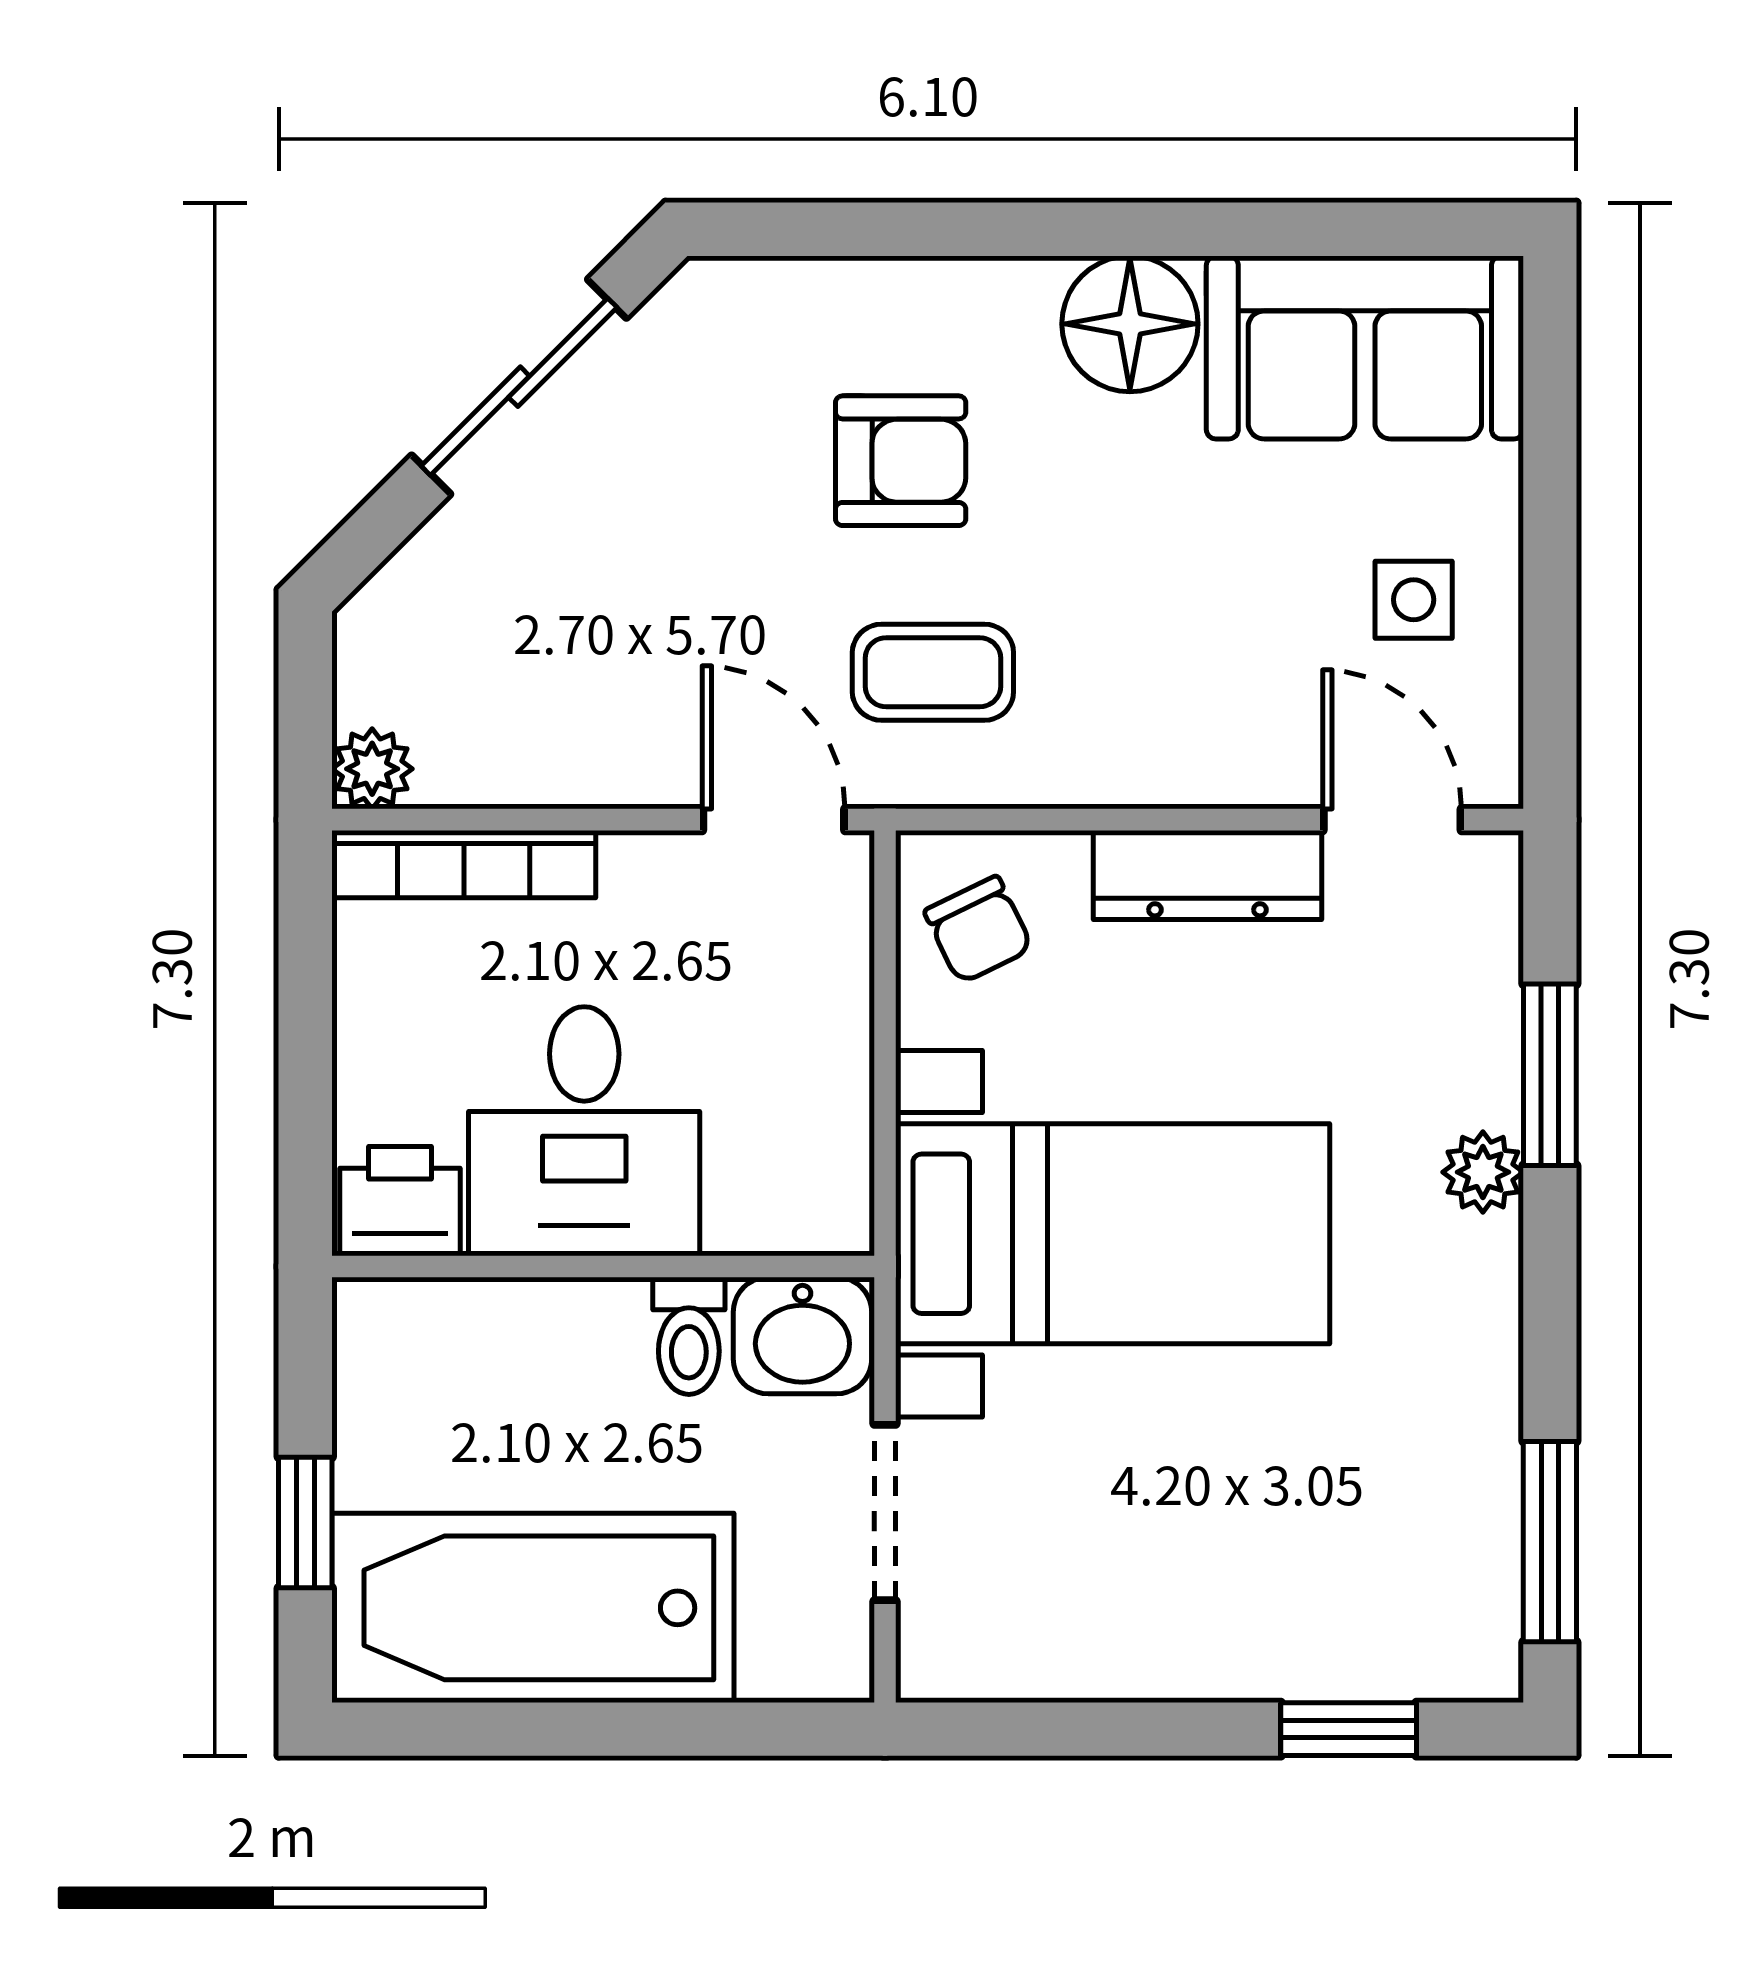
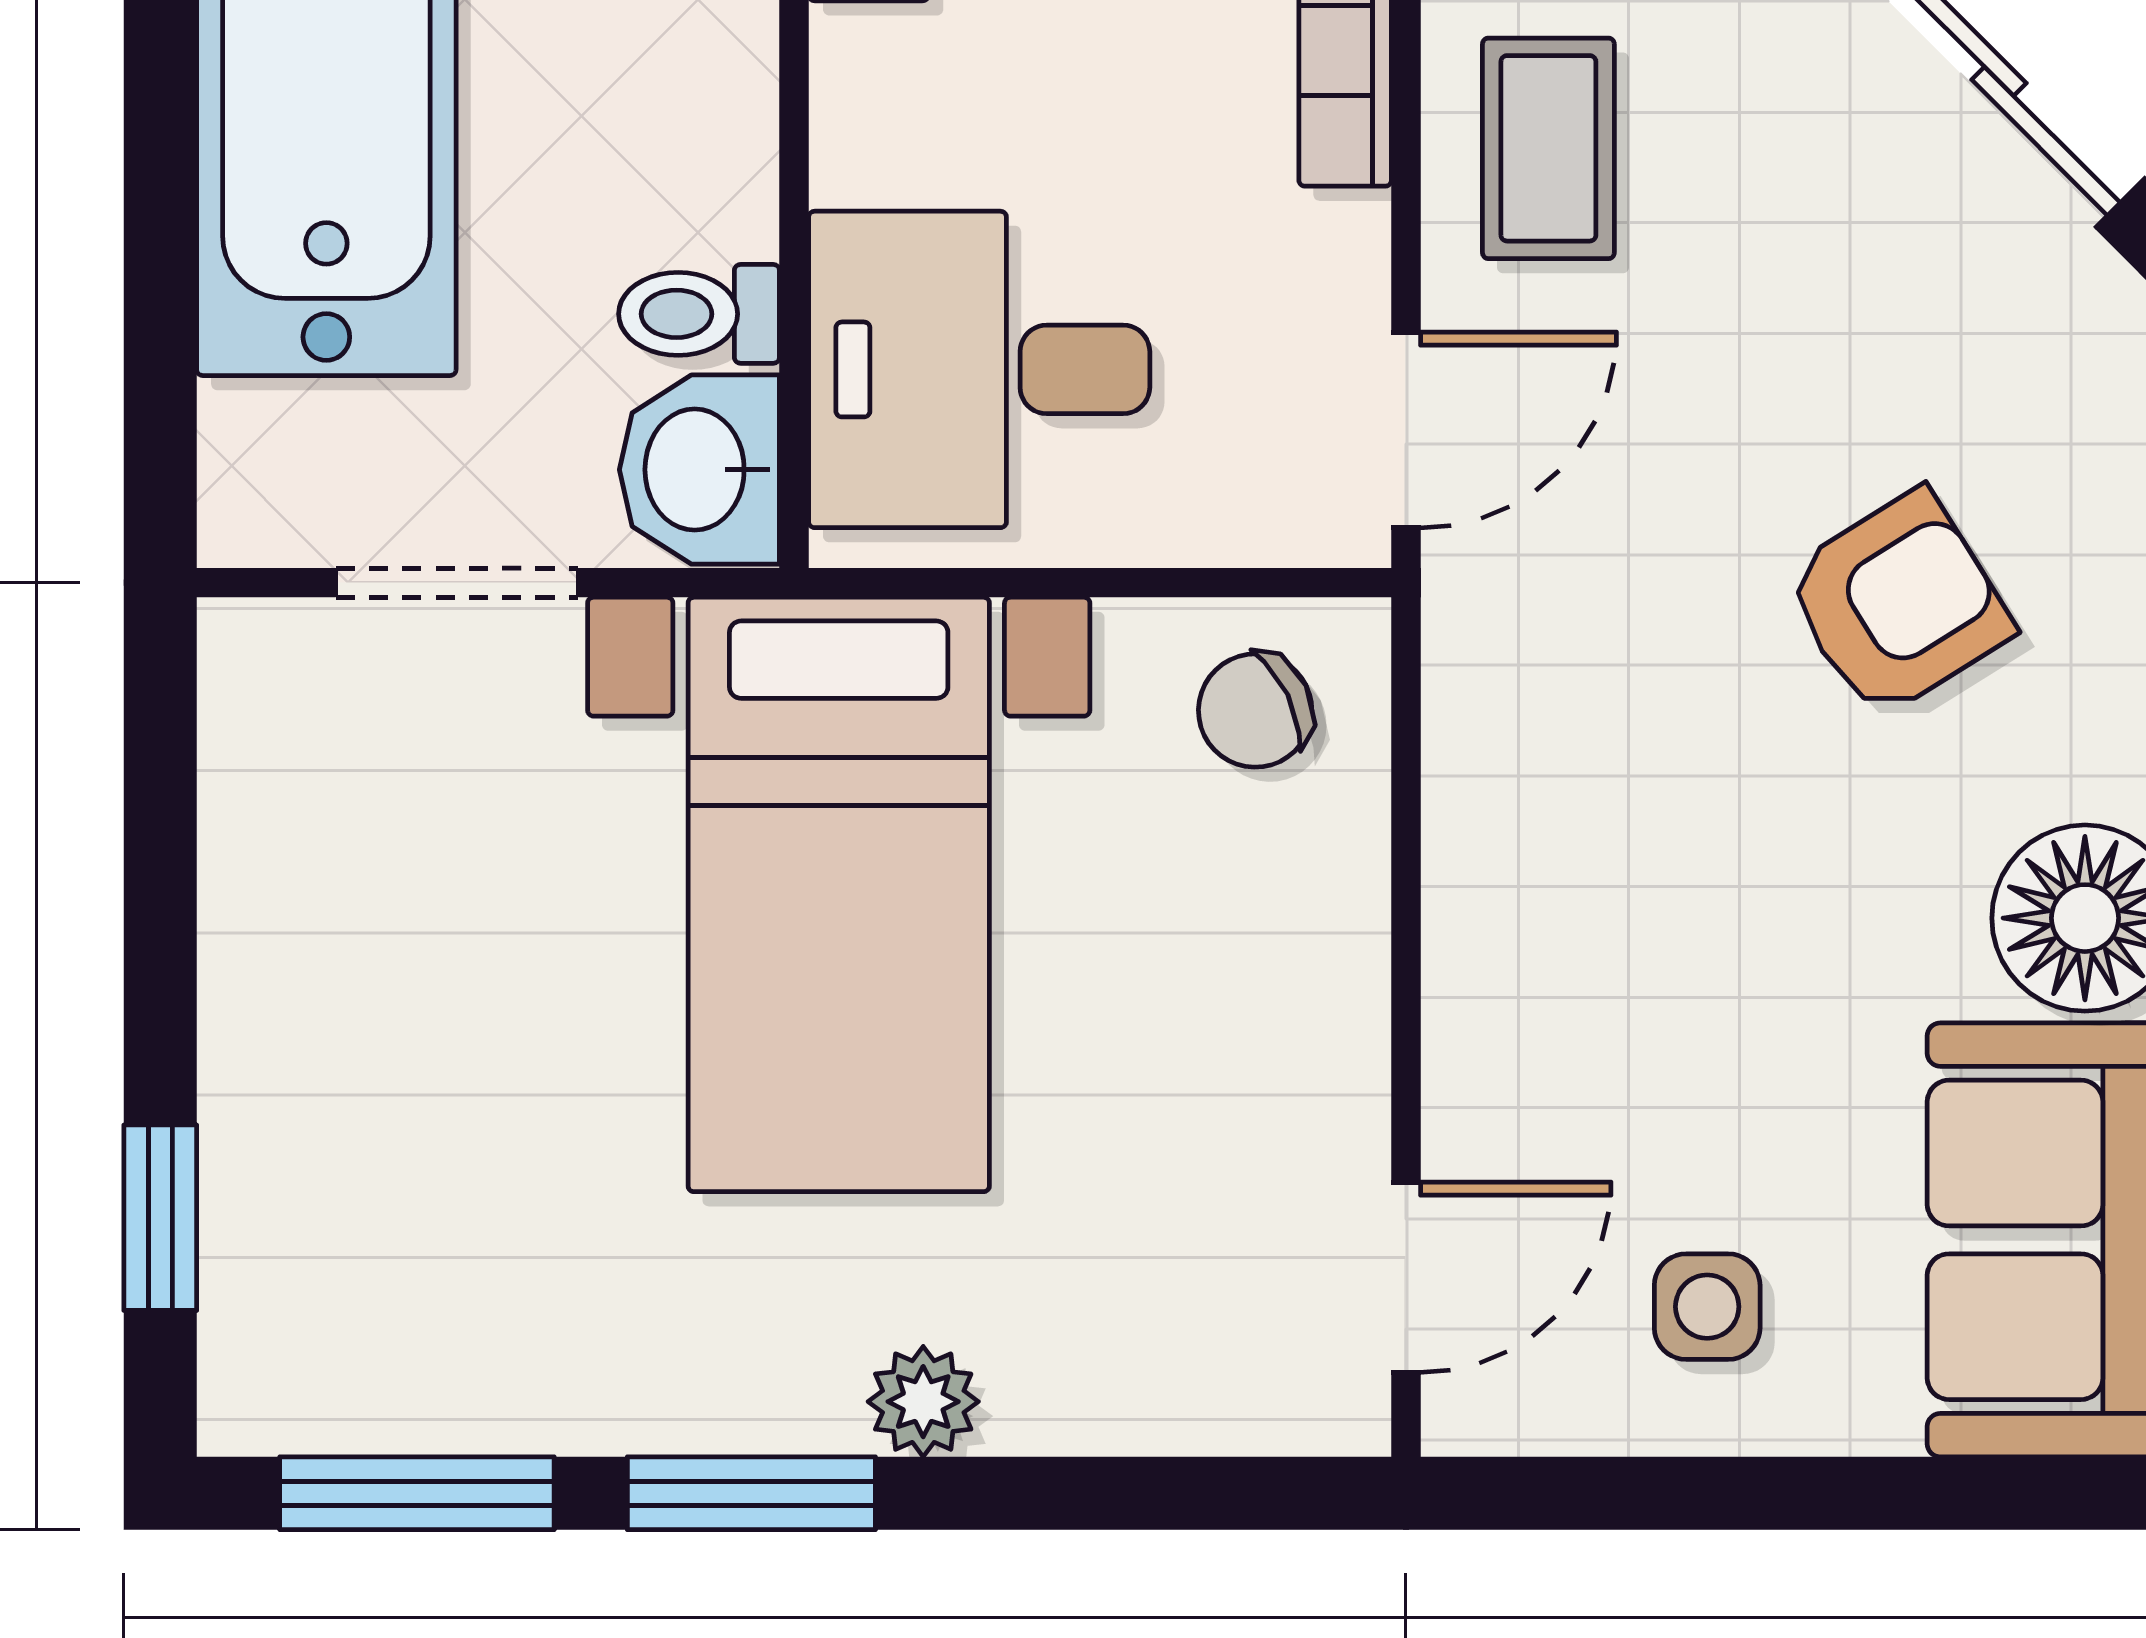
armchair: (901, 461) -> (1898, 604), turned -122
coffee table: (933, 672) -> (1548, 148), moved
dresser: (1207, 875) -> (1330, 1024), removed
window: (1550, 1075) -> (751, 1493), moved
desk: (584, 1131) -> (979, 369), moved

